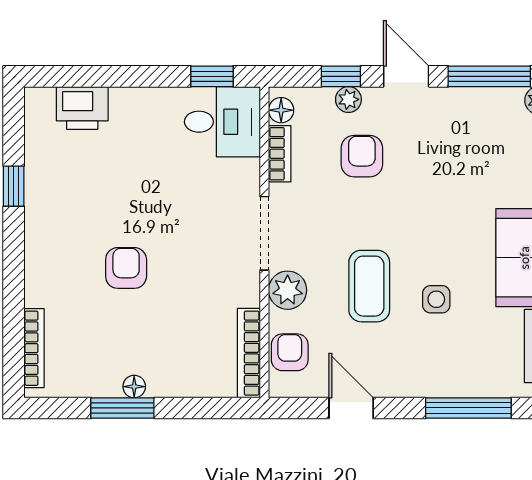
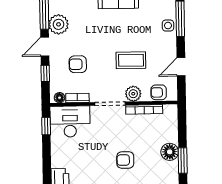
plant: (348, 99) -> (59, 24), moved, width x1.87, depth x1.87
desk: (222, 122) -> (70, 122), width x1.37
side table: (436, 299) -> (168, 26), moved
bookcase: (249, 353) -> (144, 109), moved
floor lamp: (134, 387) -> (170, 152), width x1.89, depth x1.89

